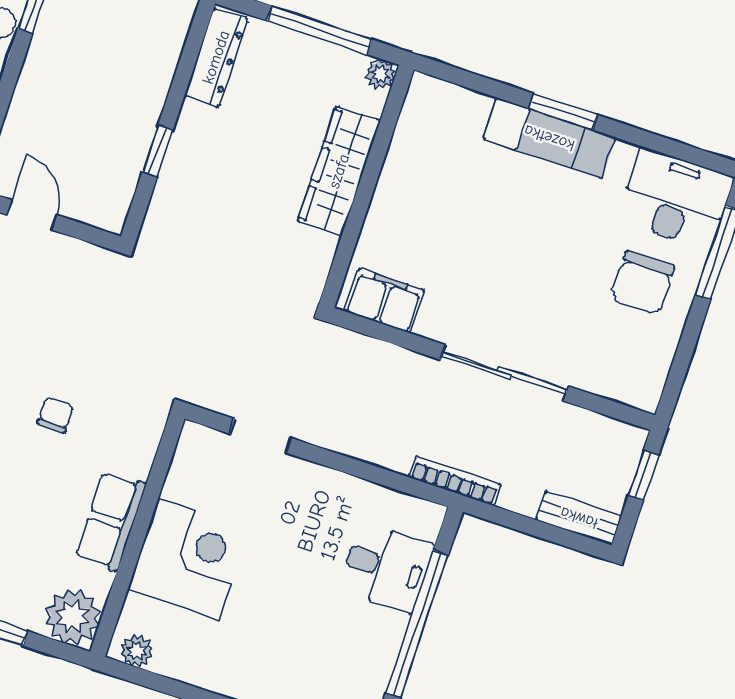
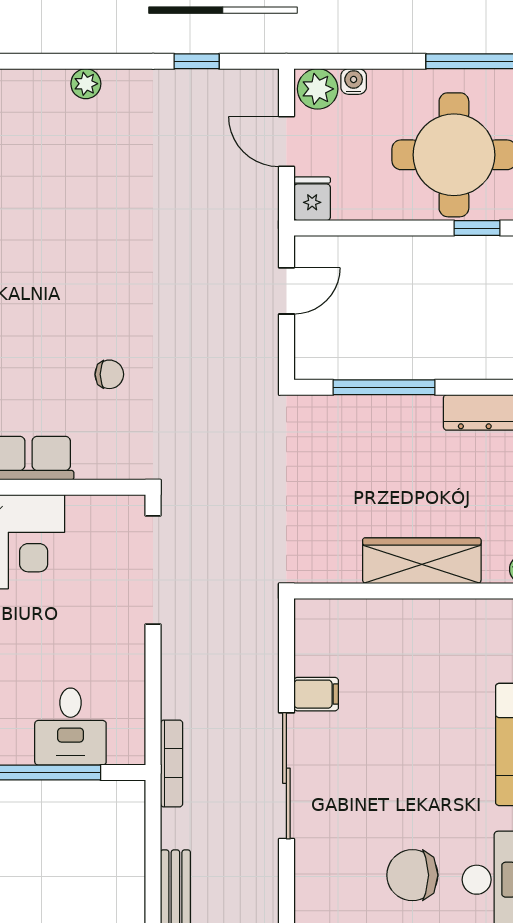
window: (158, 151) -> (384, 387), width x2.17
filing cabinet: (384, 301) -> (316, 694), moved, width x0.50
doorway: (260, 436) -> (153, 570), width x1.87

